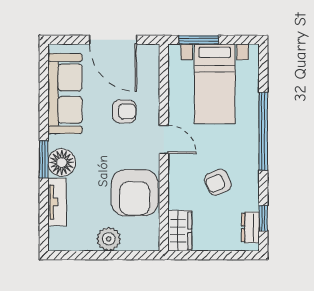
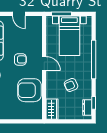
door: (113, 40) -> (19, 14), width x0.53
armchair: (124, 111) -> (20, 59), moved
armchair: (135, 193) -> (30, 90), turned 90
plant: (109, 239) -> (17, 113), removed

